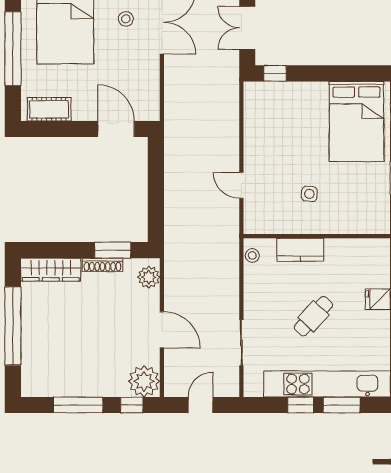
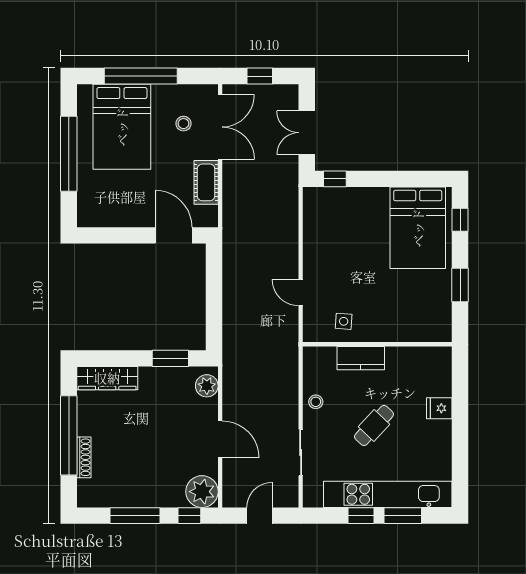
cot: (49, 109) -> (206, 182), moved, turned 90
side table: (309, 194) -> (344, 321), moved
stool: (252, 255) -> (316, 402), moved
shoe rack: (102, 265) -> (84, 457), moved, turned -90

